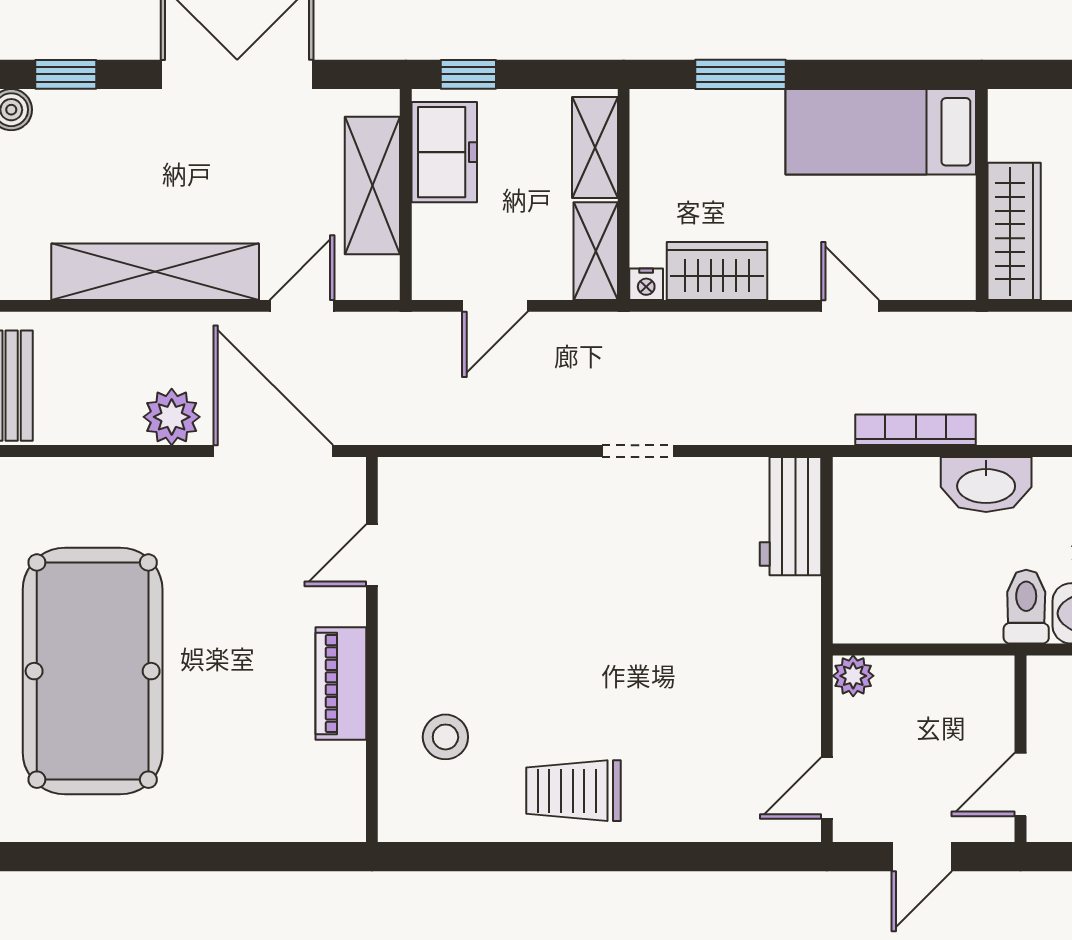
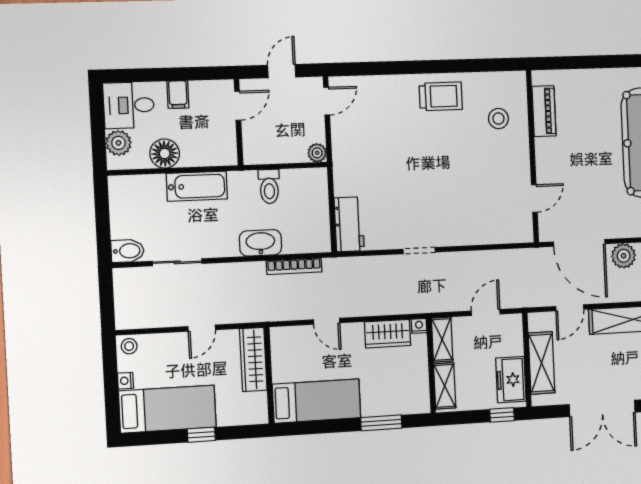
toilet: (1026, 607) -> (269, 186), moved
piano: (341, 683) -> (544, 111), moved

